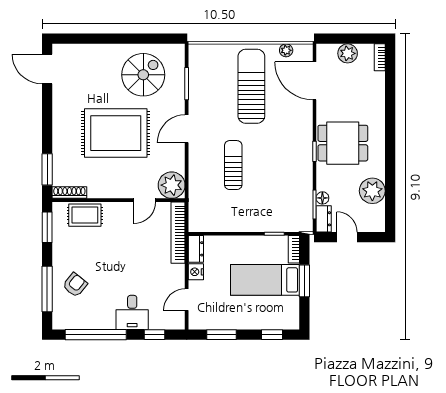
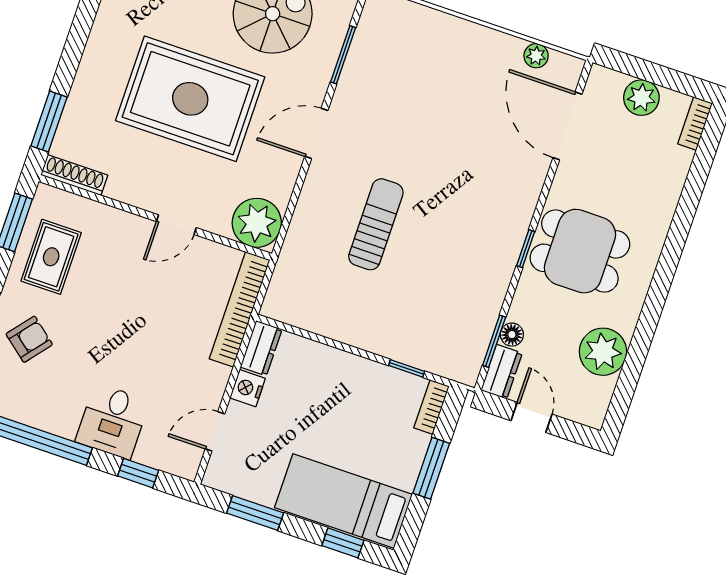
sun lounger: (251, 86) -> (454, 98), removed
door: (144, 200) -> (176, 225), moved
rug: (85, 215) -> (51, 257), moved, turned 90
bed: (265, 280) -> (344, 501), moved

